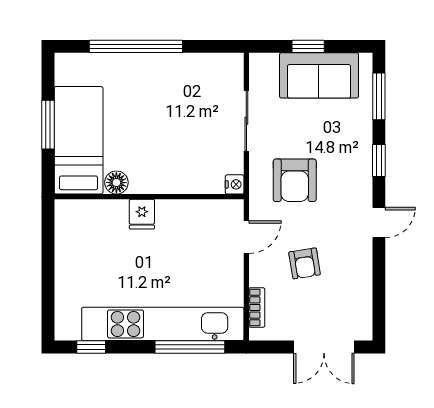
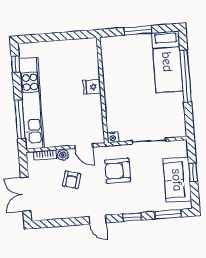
bed: (79, 140) -> (167, 62), moved, turned 90
floor lamp: (116, 183) -> (109, 71), removed
armchair: (305, 263) -> (72, 180), turned -65
plant: (259, 275) -> (63, 155), added

